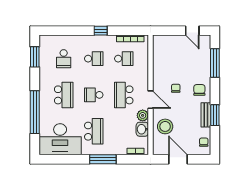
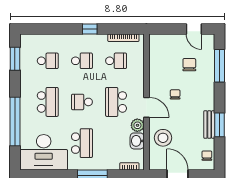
school desk: (64, 59) -> (48, 61), turned -90
chair: (199, 90) -> (189, 65), moved

